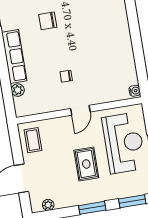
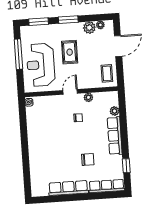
plant: (55, 105) -> (88, 97), added
plant: (63, 200) -> (89, 28), added

